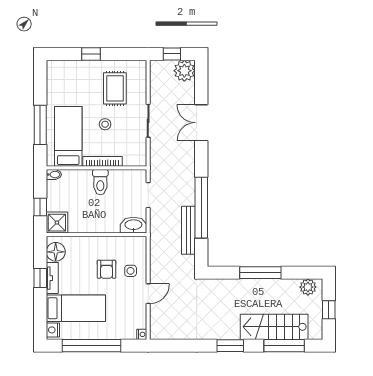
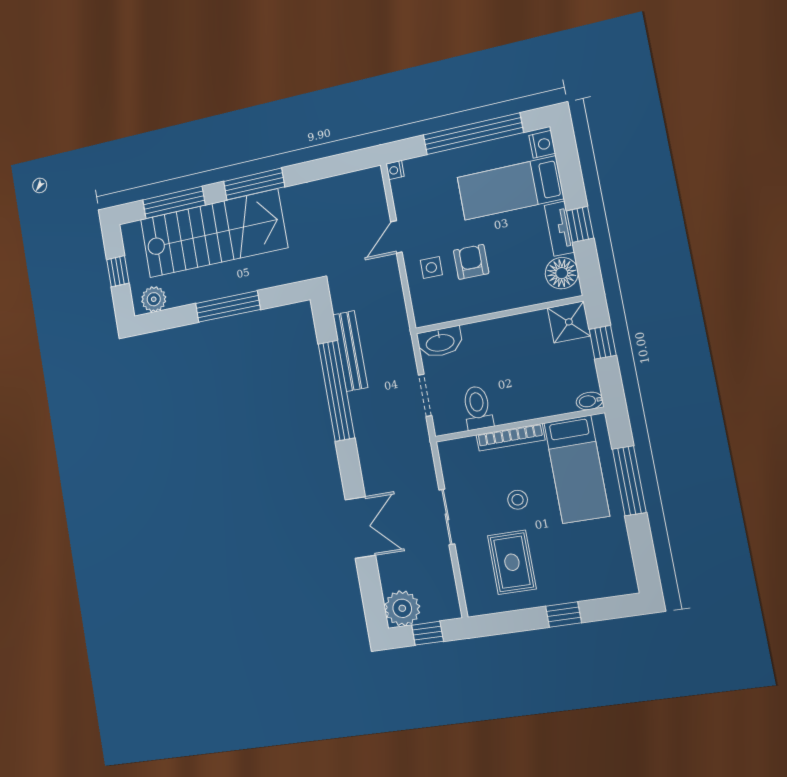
toilet: (100, 182) -> (478, 408), moved
stairs: (274, 327) -> (213, 234), width x1.36, depth x1.51
window: (230, 346) -> (254, 184), width x1.44

